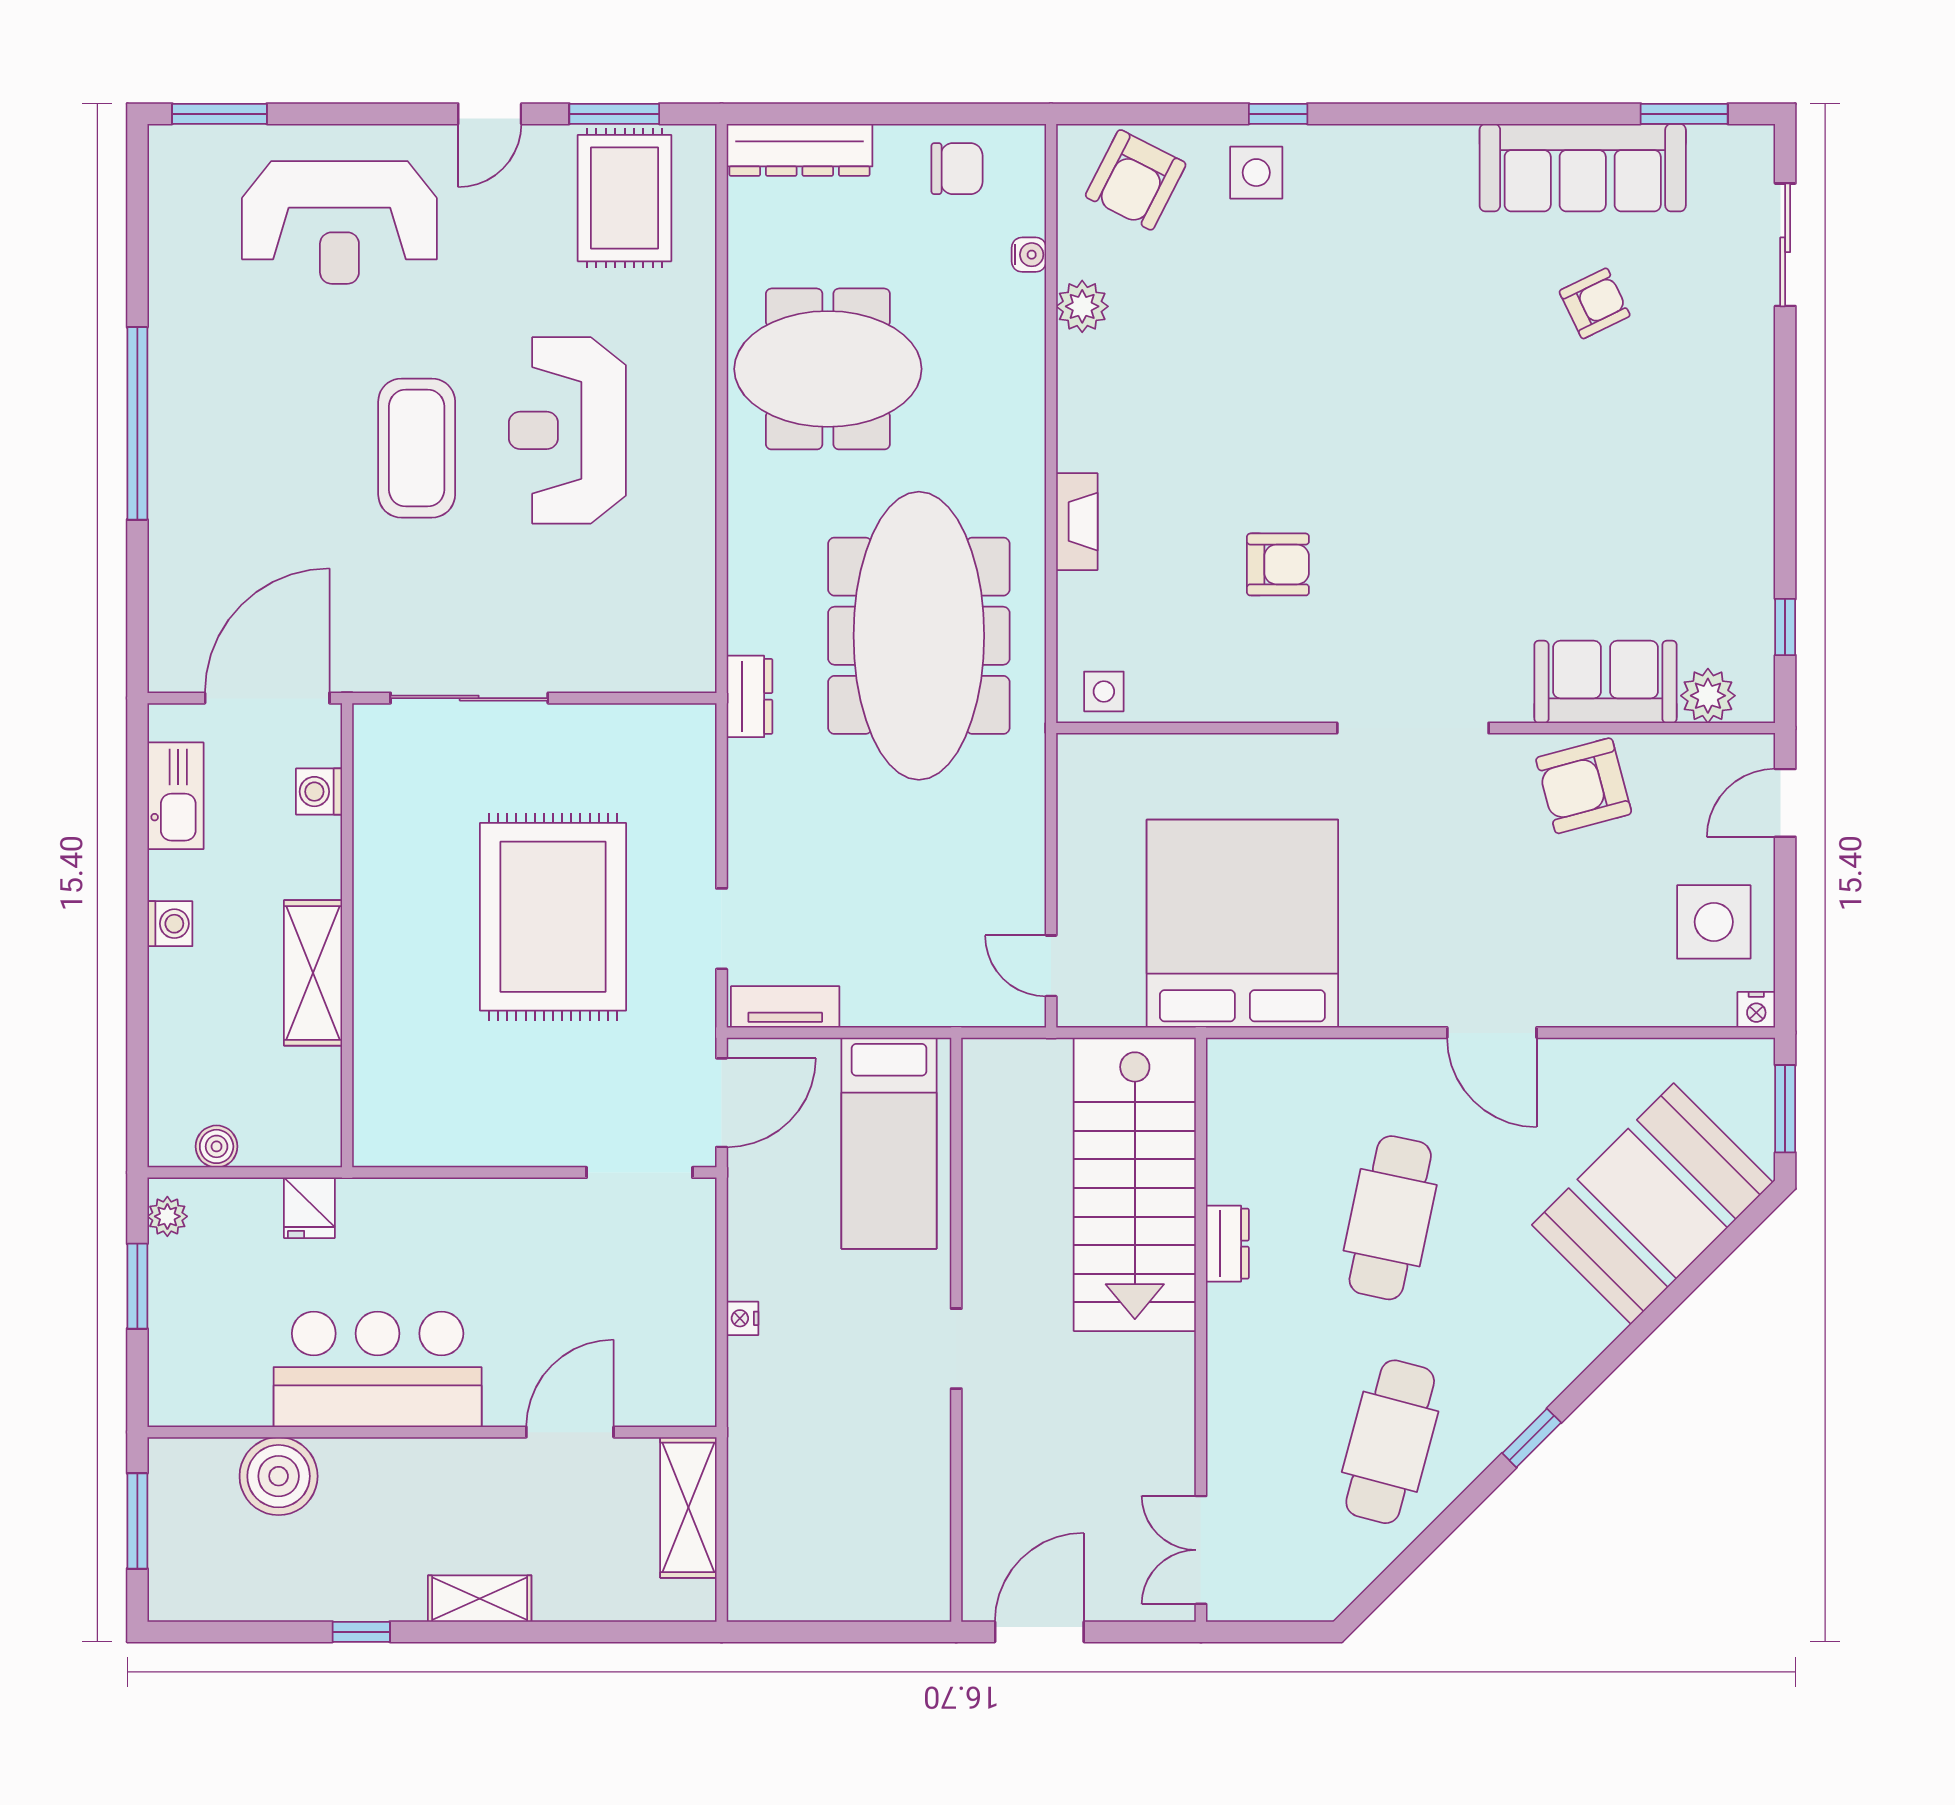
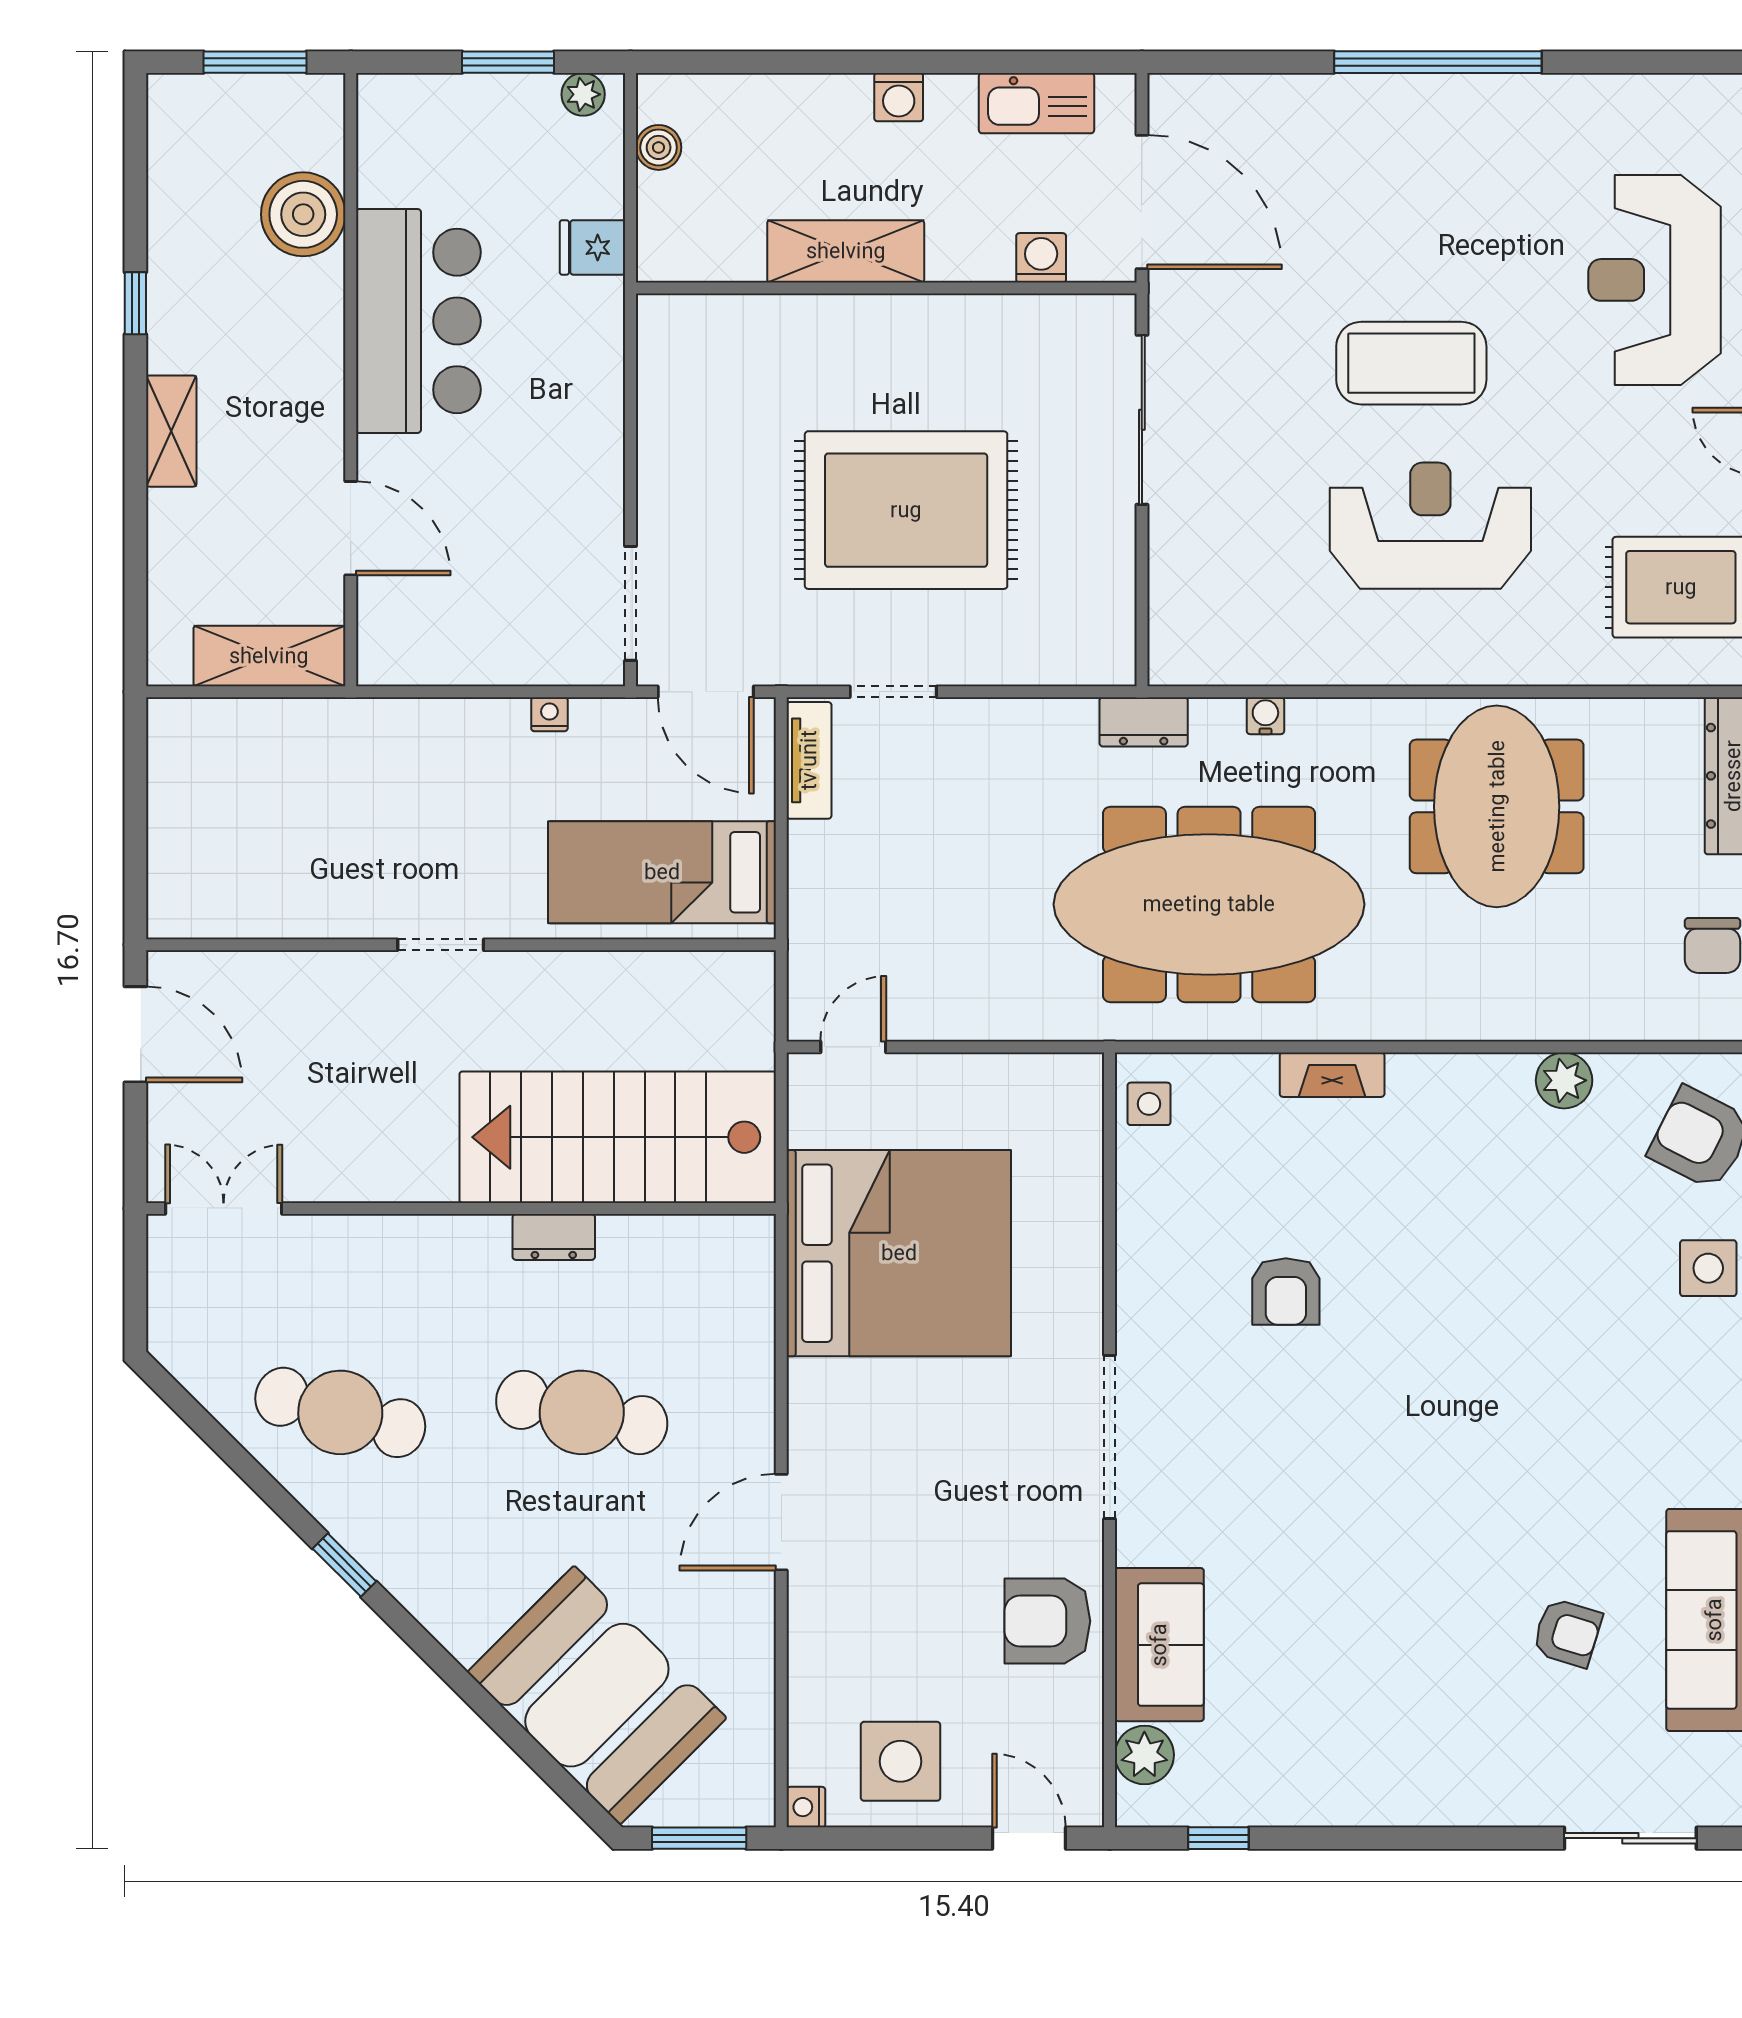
water cooler: (1029, 255) -> (1265, 716), moved, turned 180
armchair: (1595, 303) -> (1567, 1633), turned -47
armchair: (1584, 786) -> (1047, 1621), turned -75
nightstand: (742, 1318) -> (549, 714), moved

